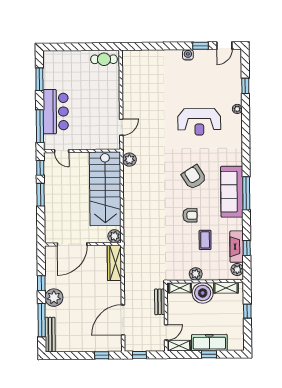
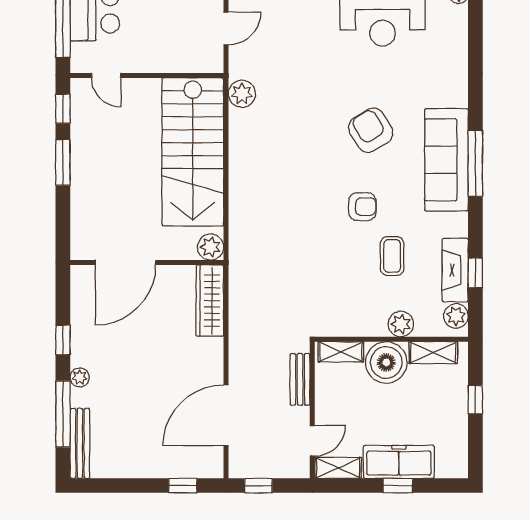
plant: (196, 274) -> (401, 324), moved
plant: (54, 298) -> (80, 377), width x0.53, depth x0.53

